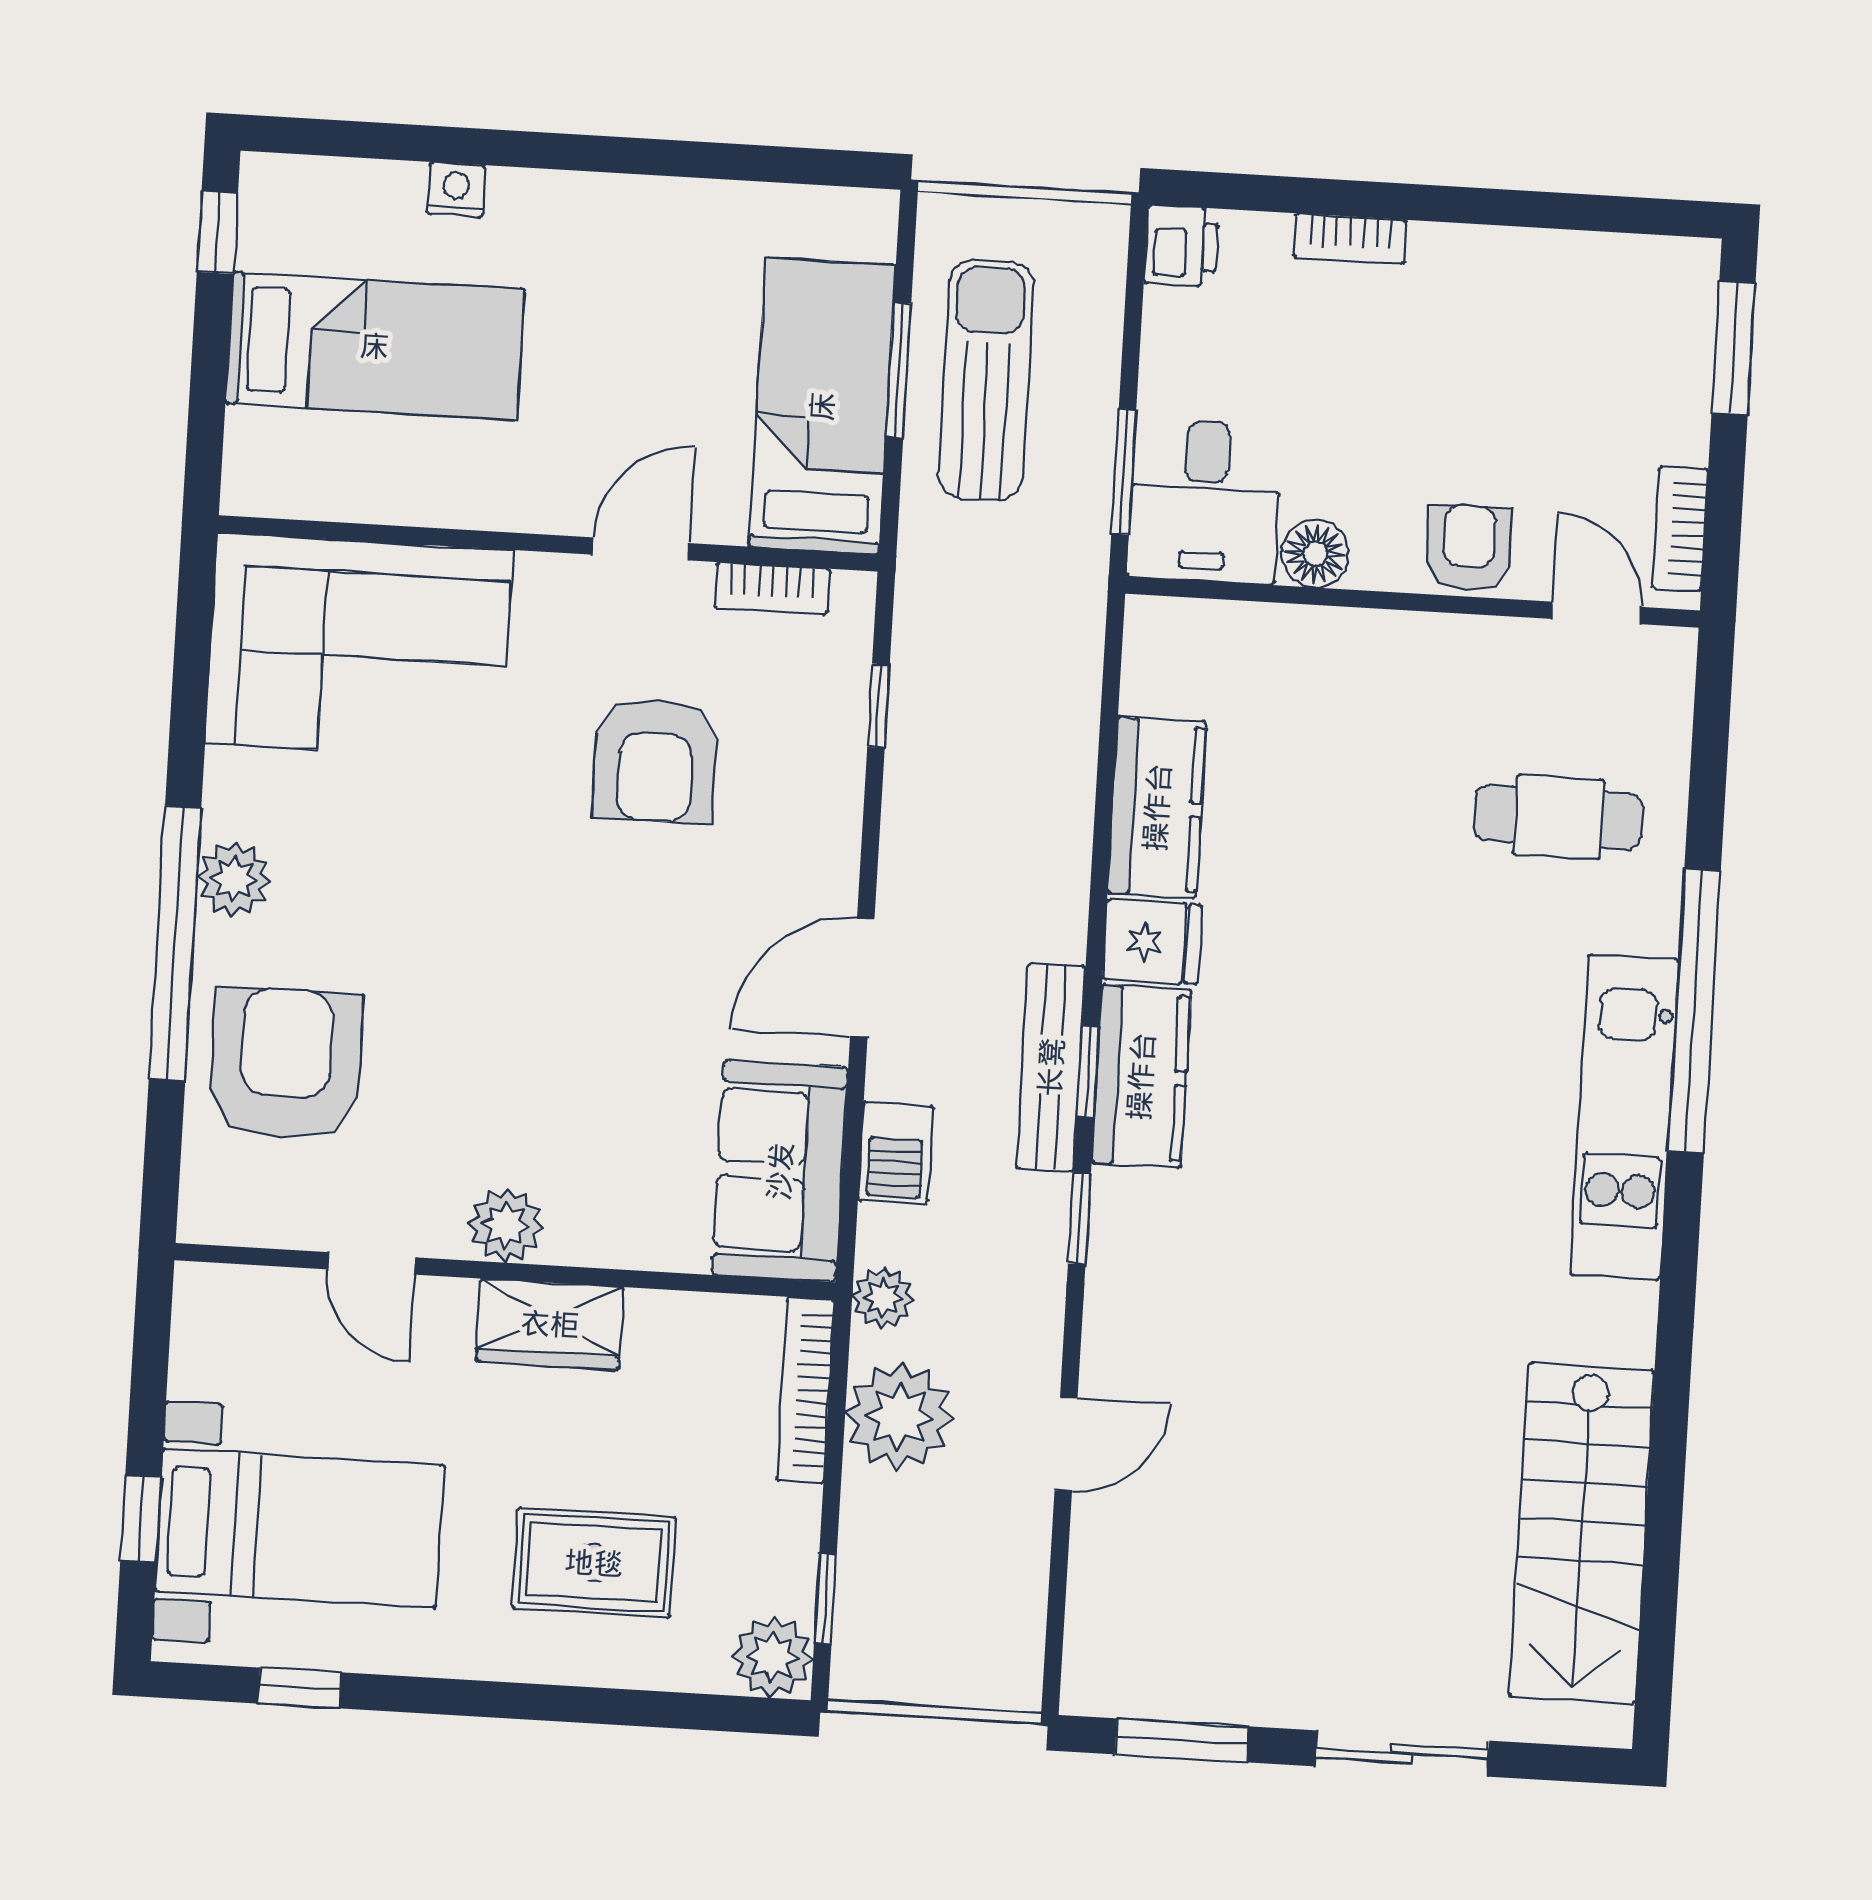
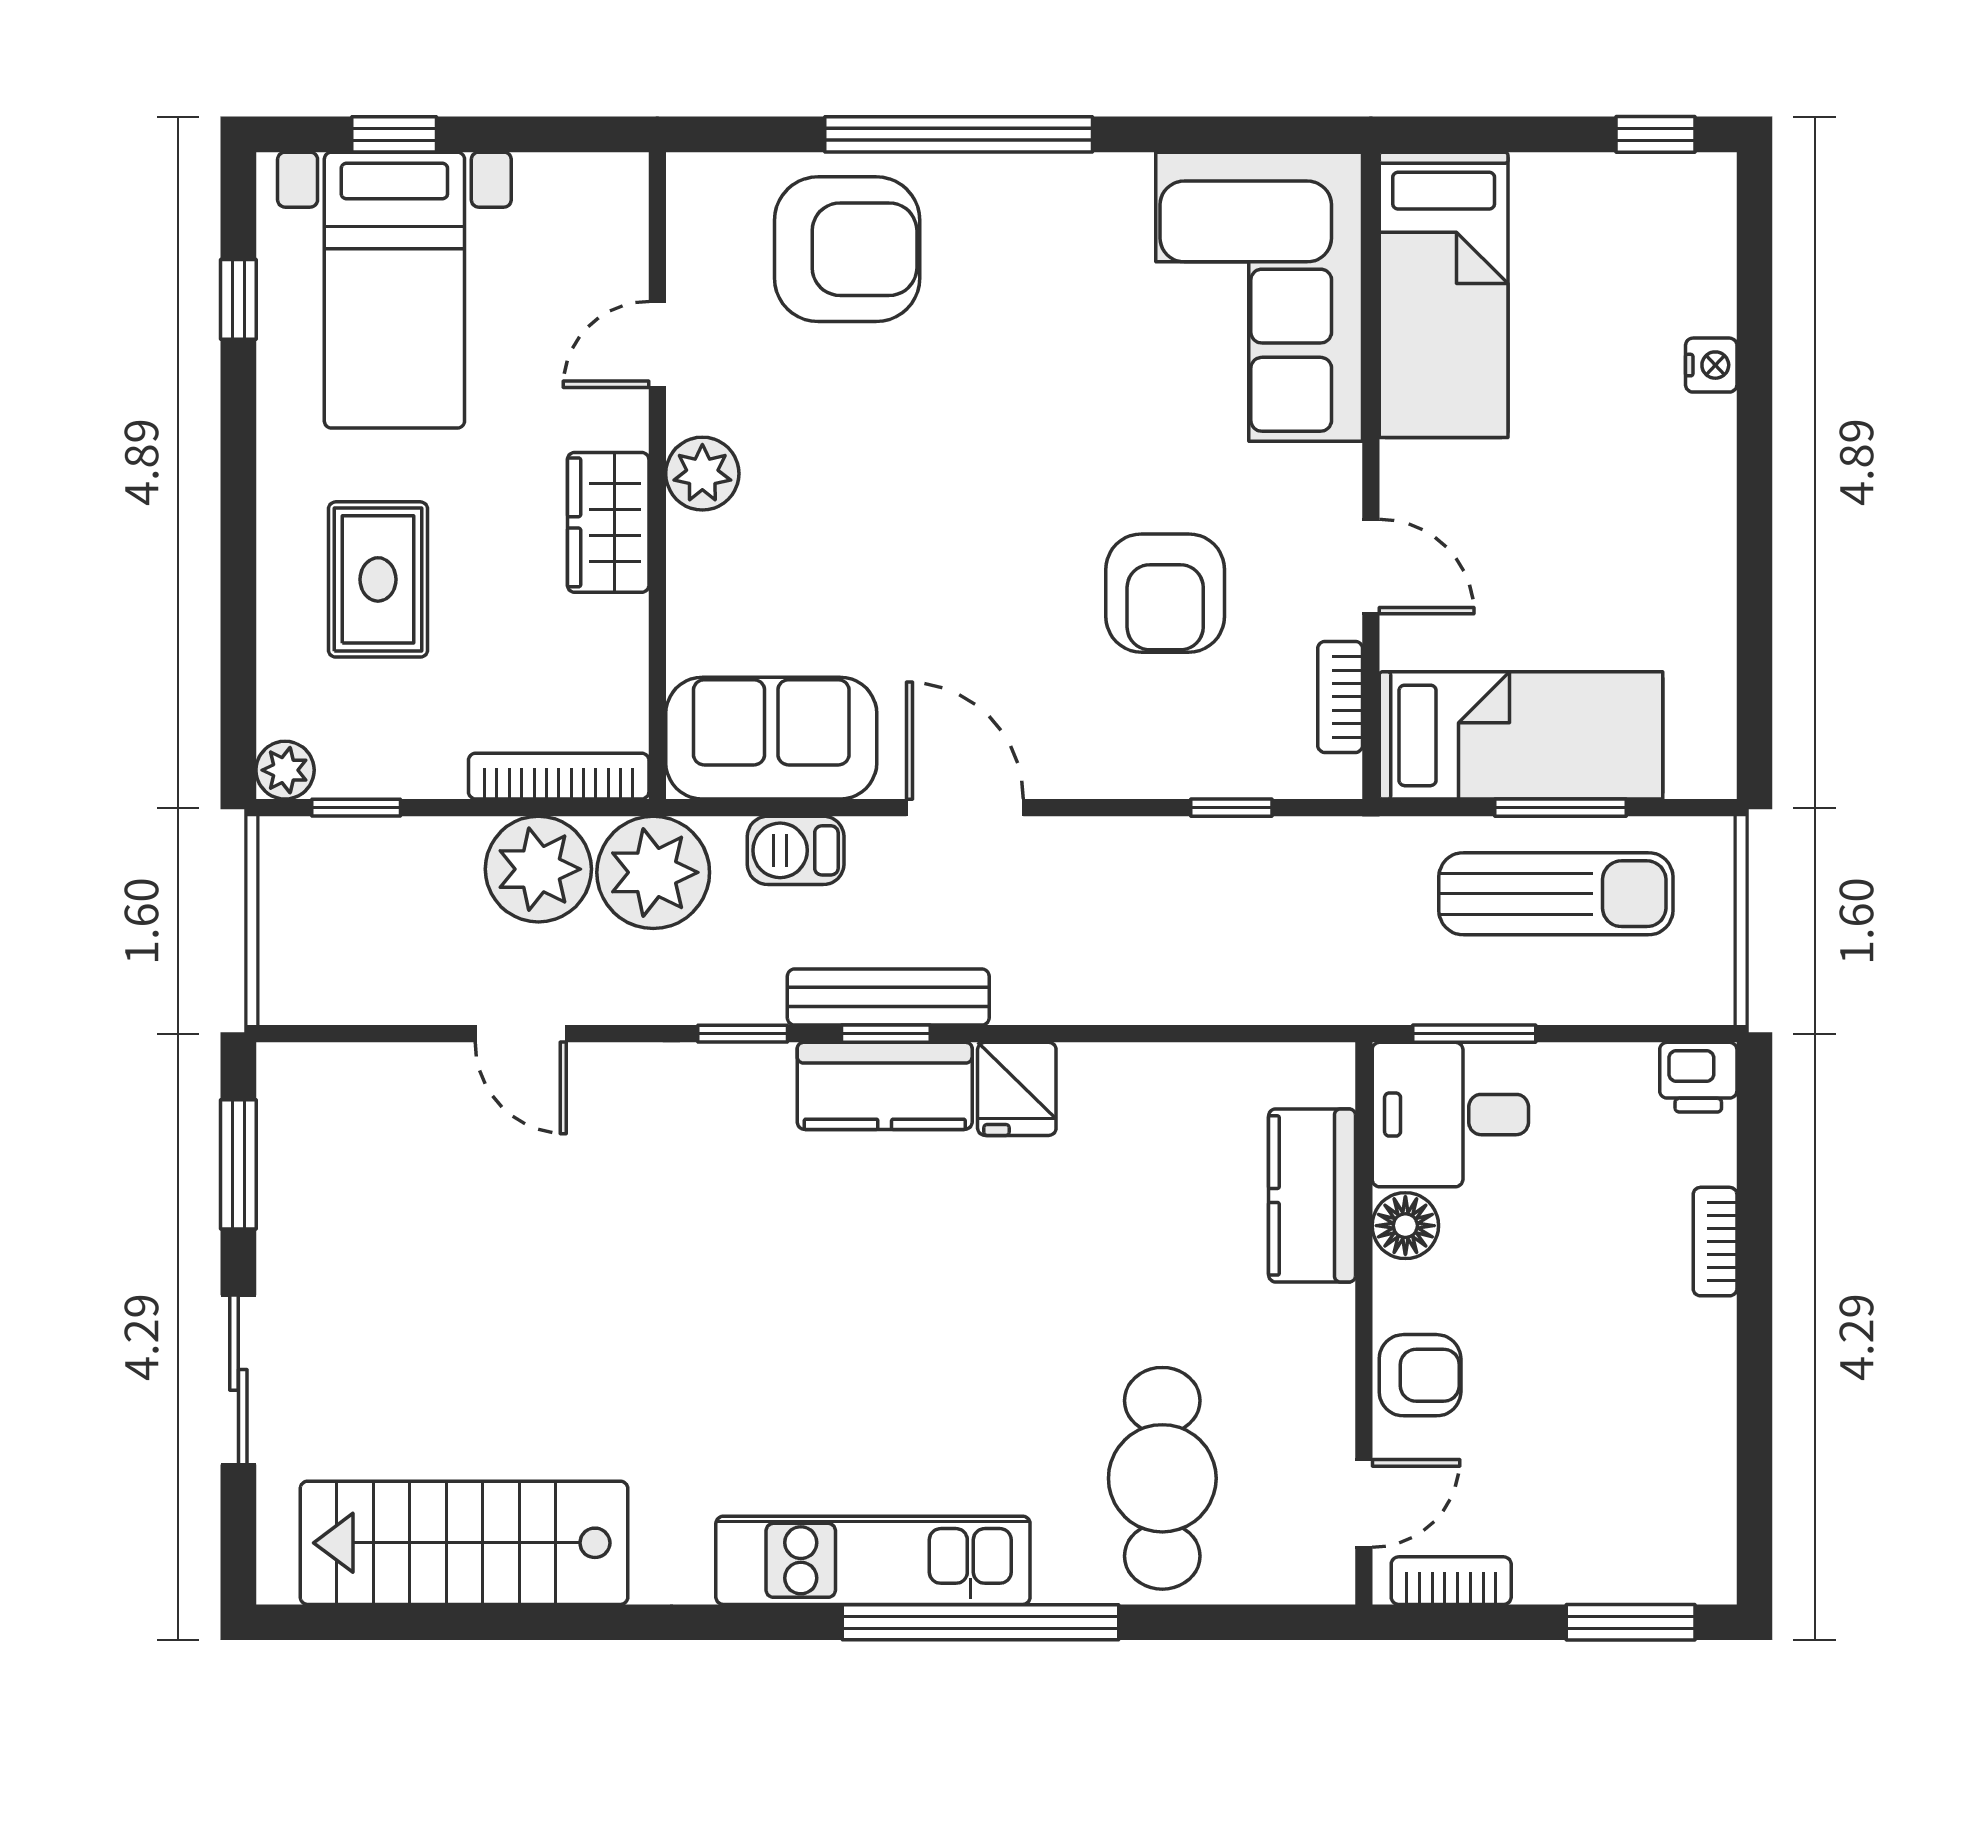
bed: (375, 346) -> (1444, 295), moved
armchair: (656, 760) -> (1165, 593), turned -90
kitchen counter: (1157, 807) -> (1312, 1195), moved, turned 90
cafe table: (1558, 817) -> (1162, 1478), width x1.37, depth x1.35
plant: (234, 879) -> (1025, 188), removed
plant: (883, 1298) -> (653, 872), width x1.87, depth x1.87
plant: (772, 1657) -> (285, 770), width x0.73, depth x0.73

